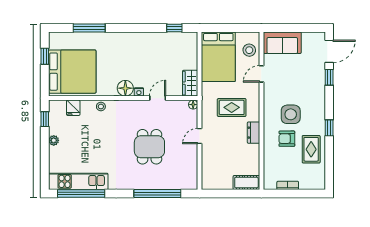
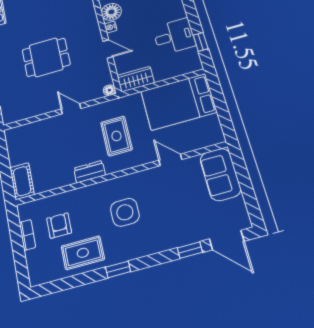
desk: (163, 46) -> (174, 36), added
stool: (249, 50) -> (198, 136), removed
armchair: (287, 139) -> (59, 226), moved

